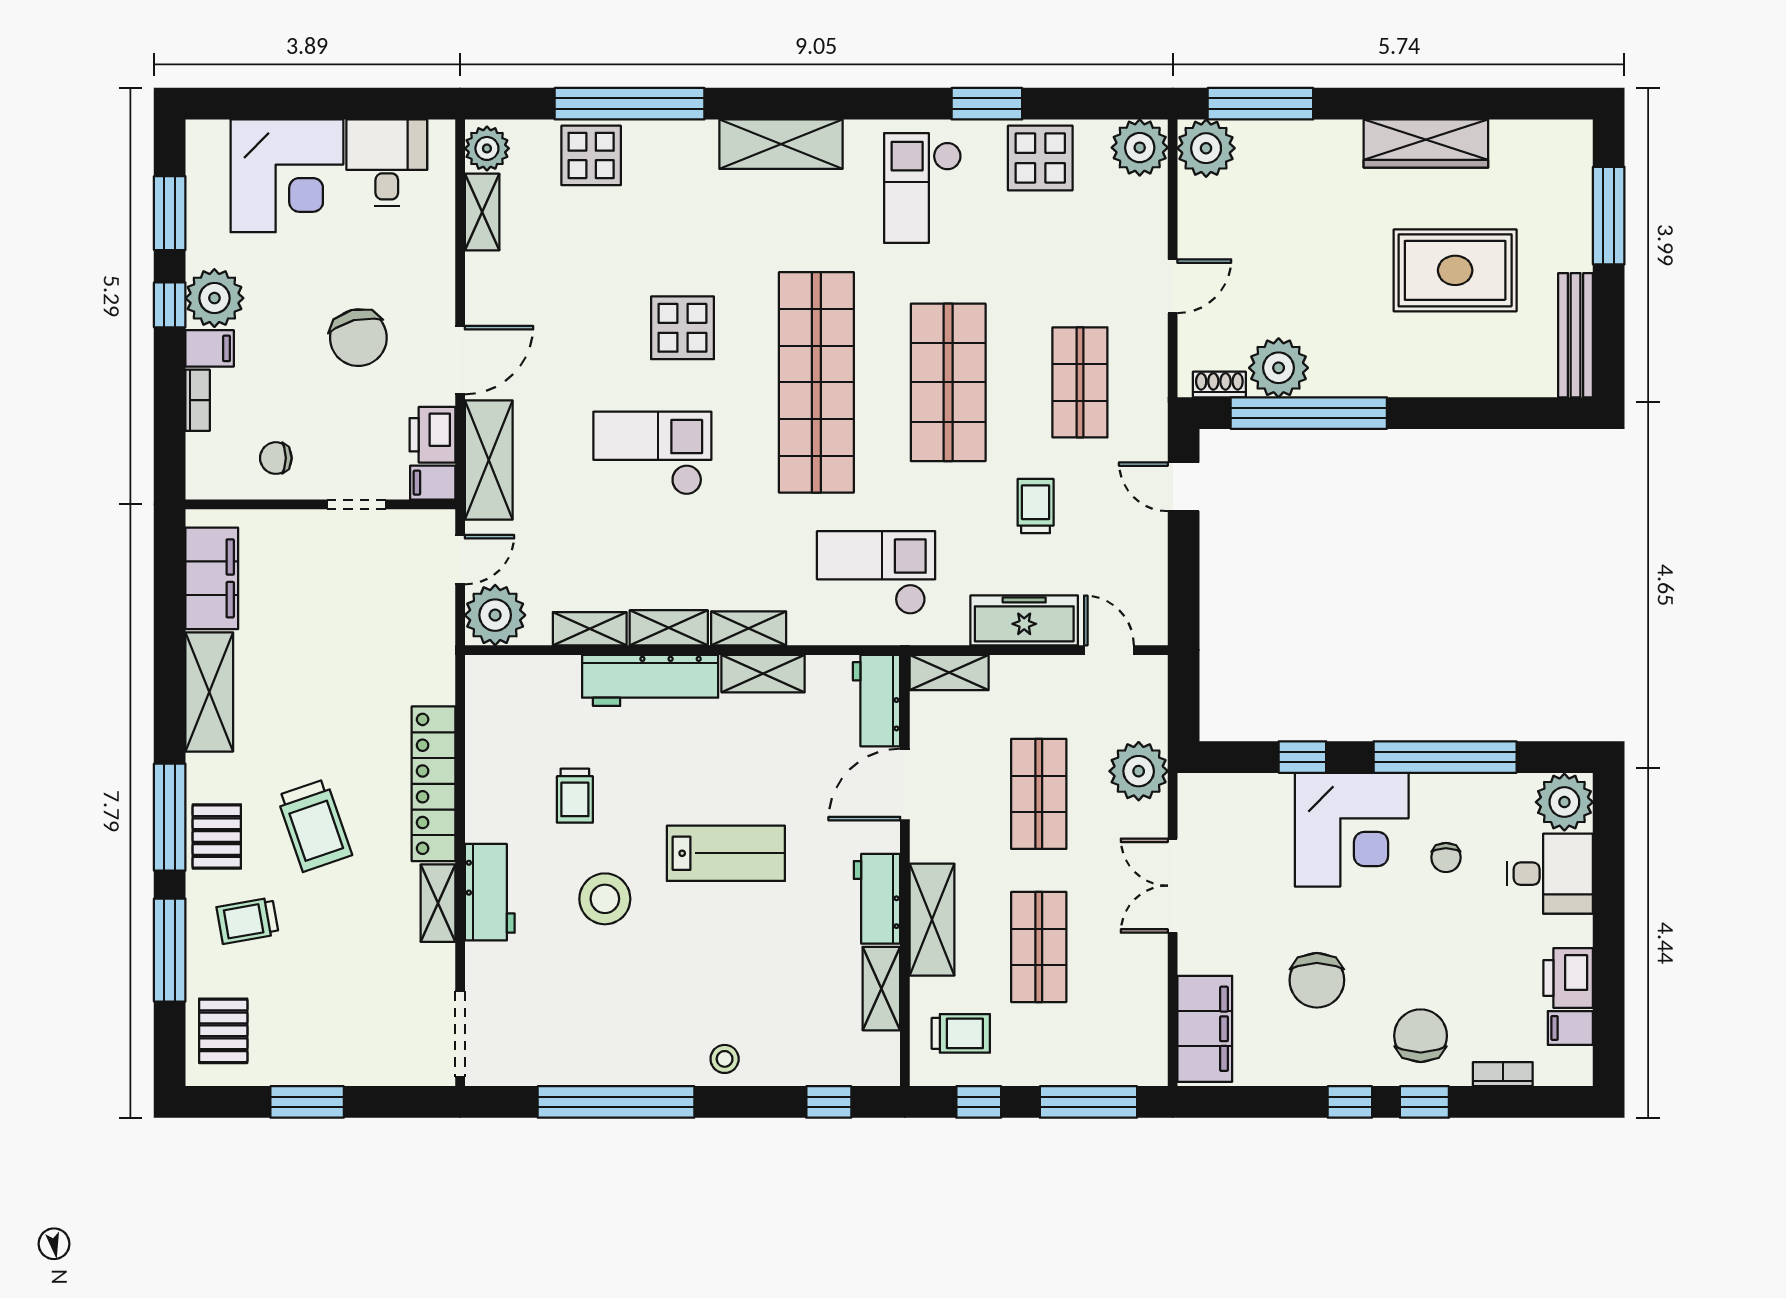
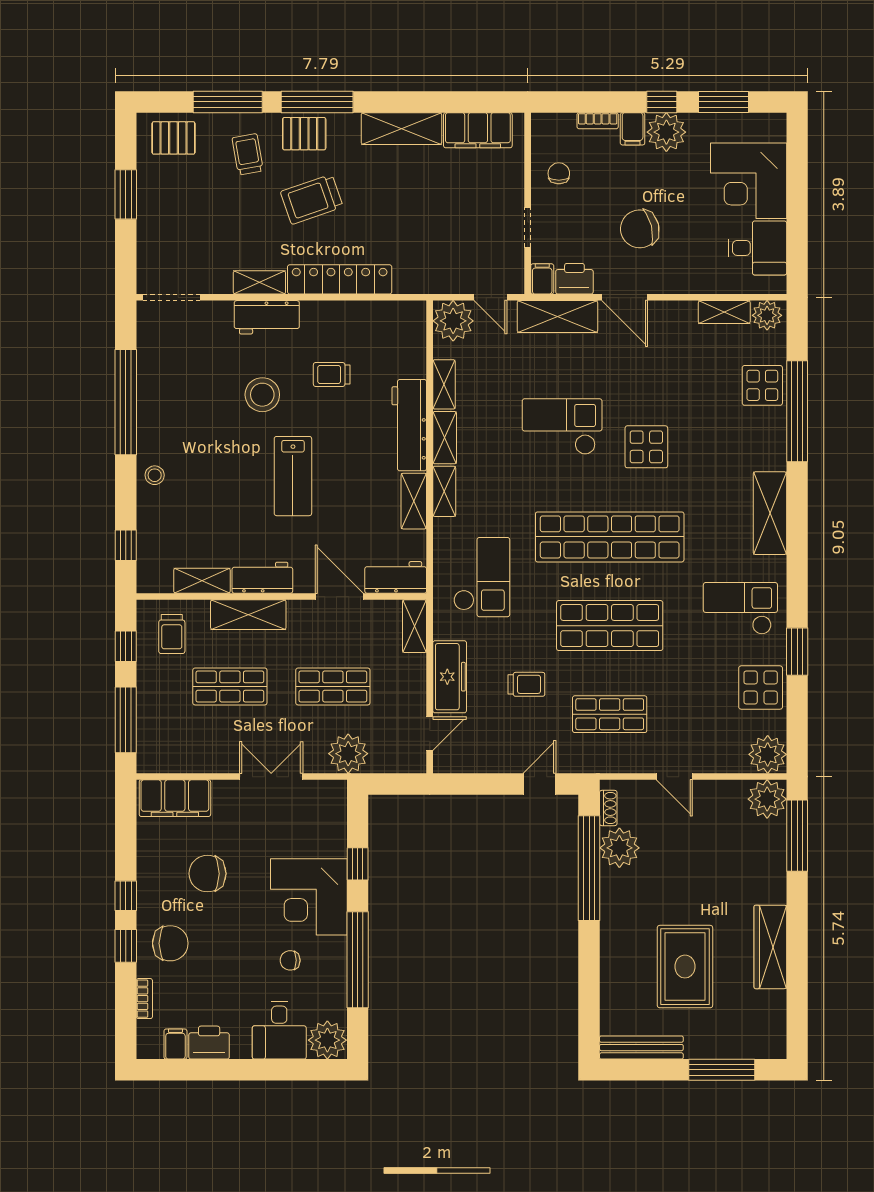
checkout: (652, 453) -> (562, 427), turned -90

